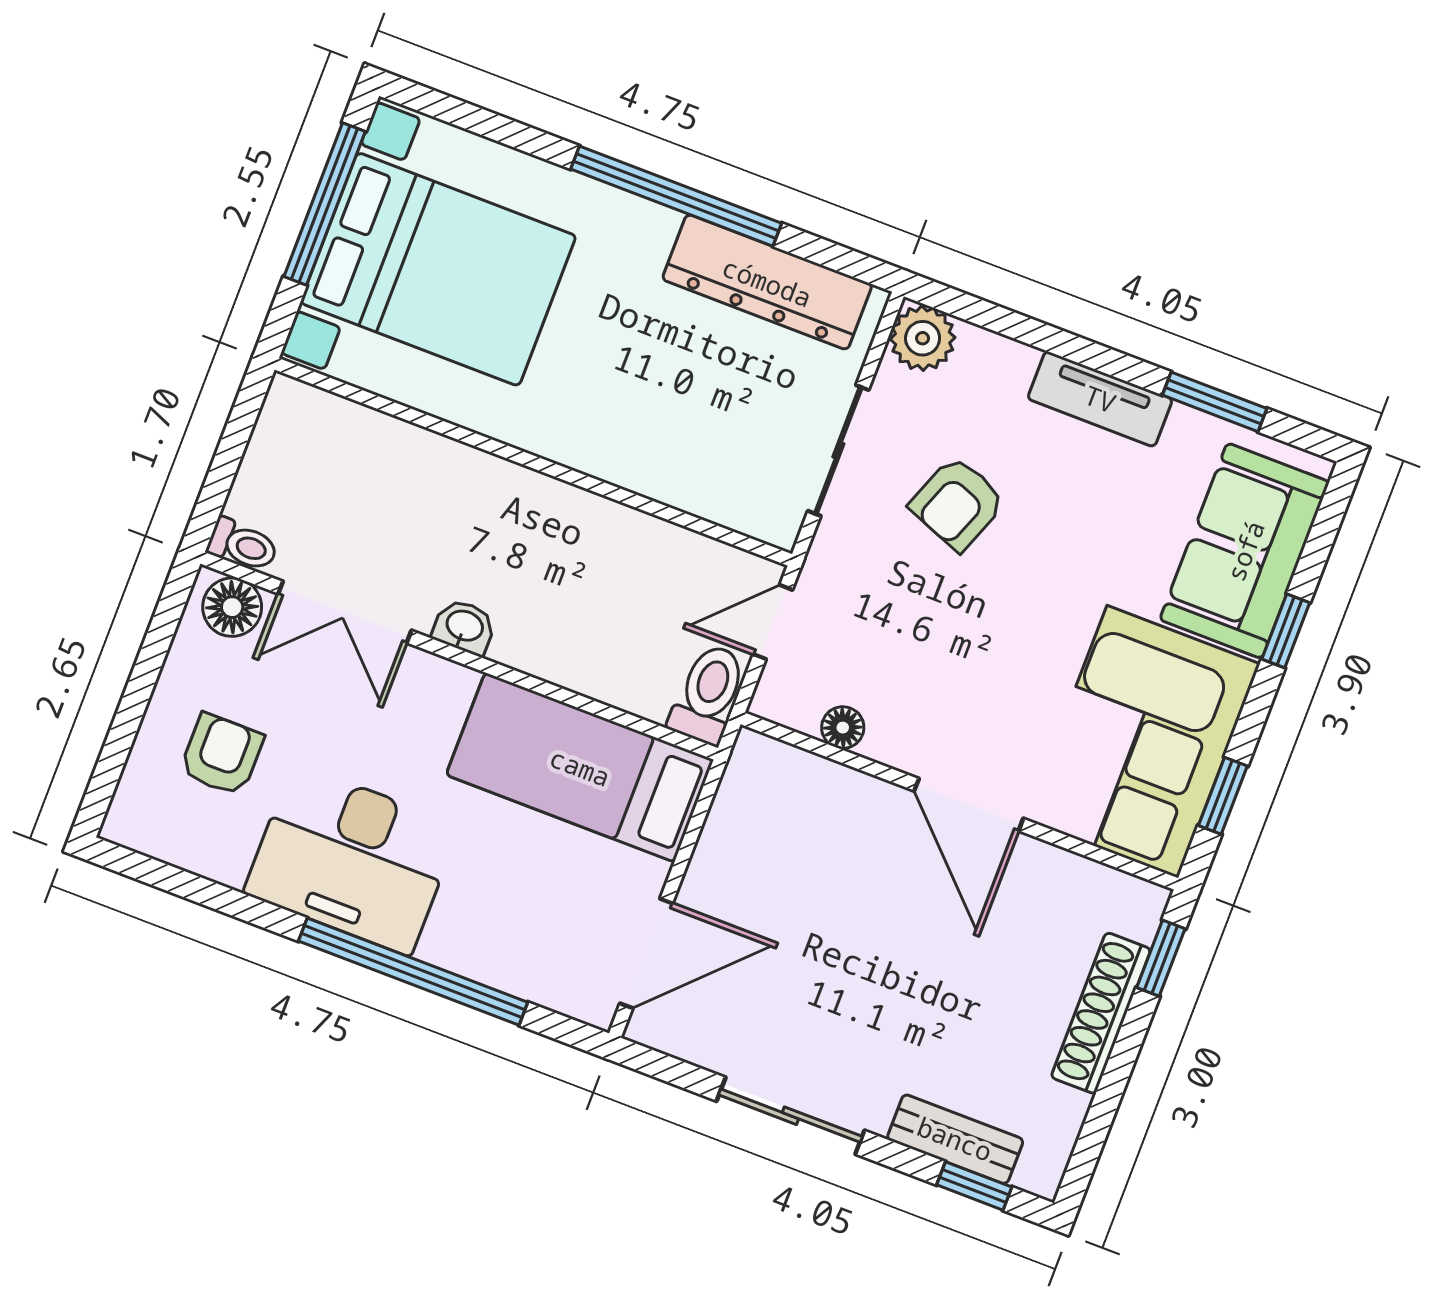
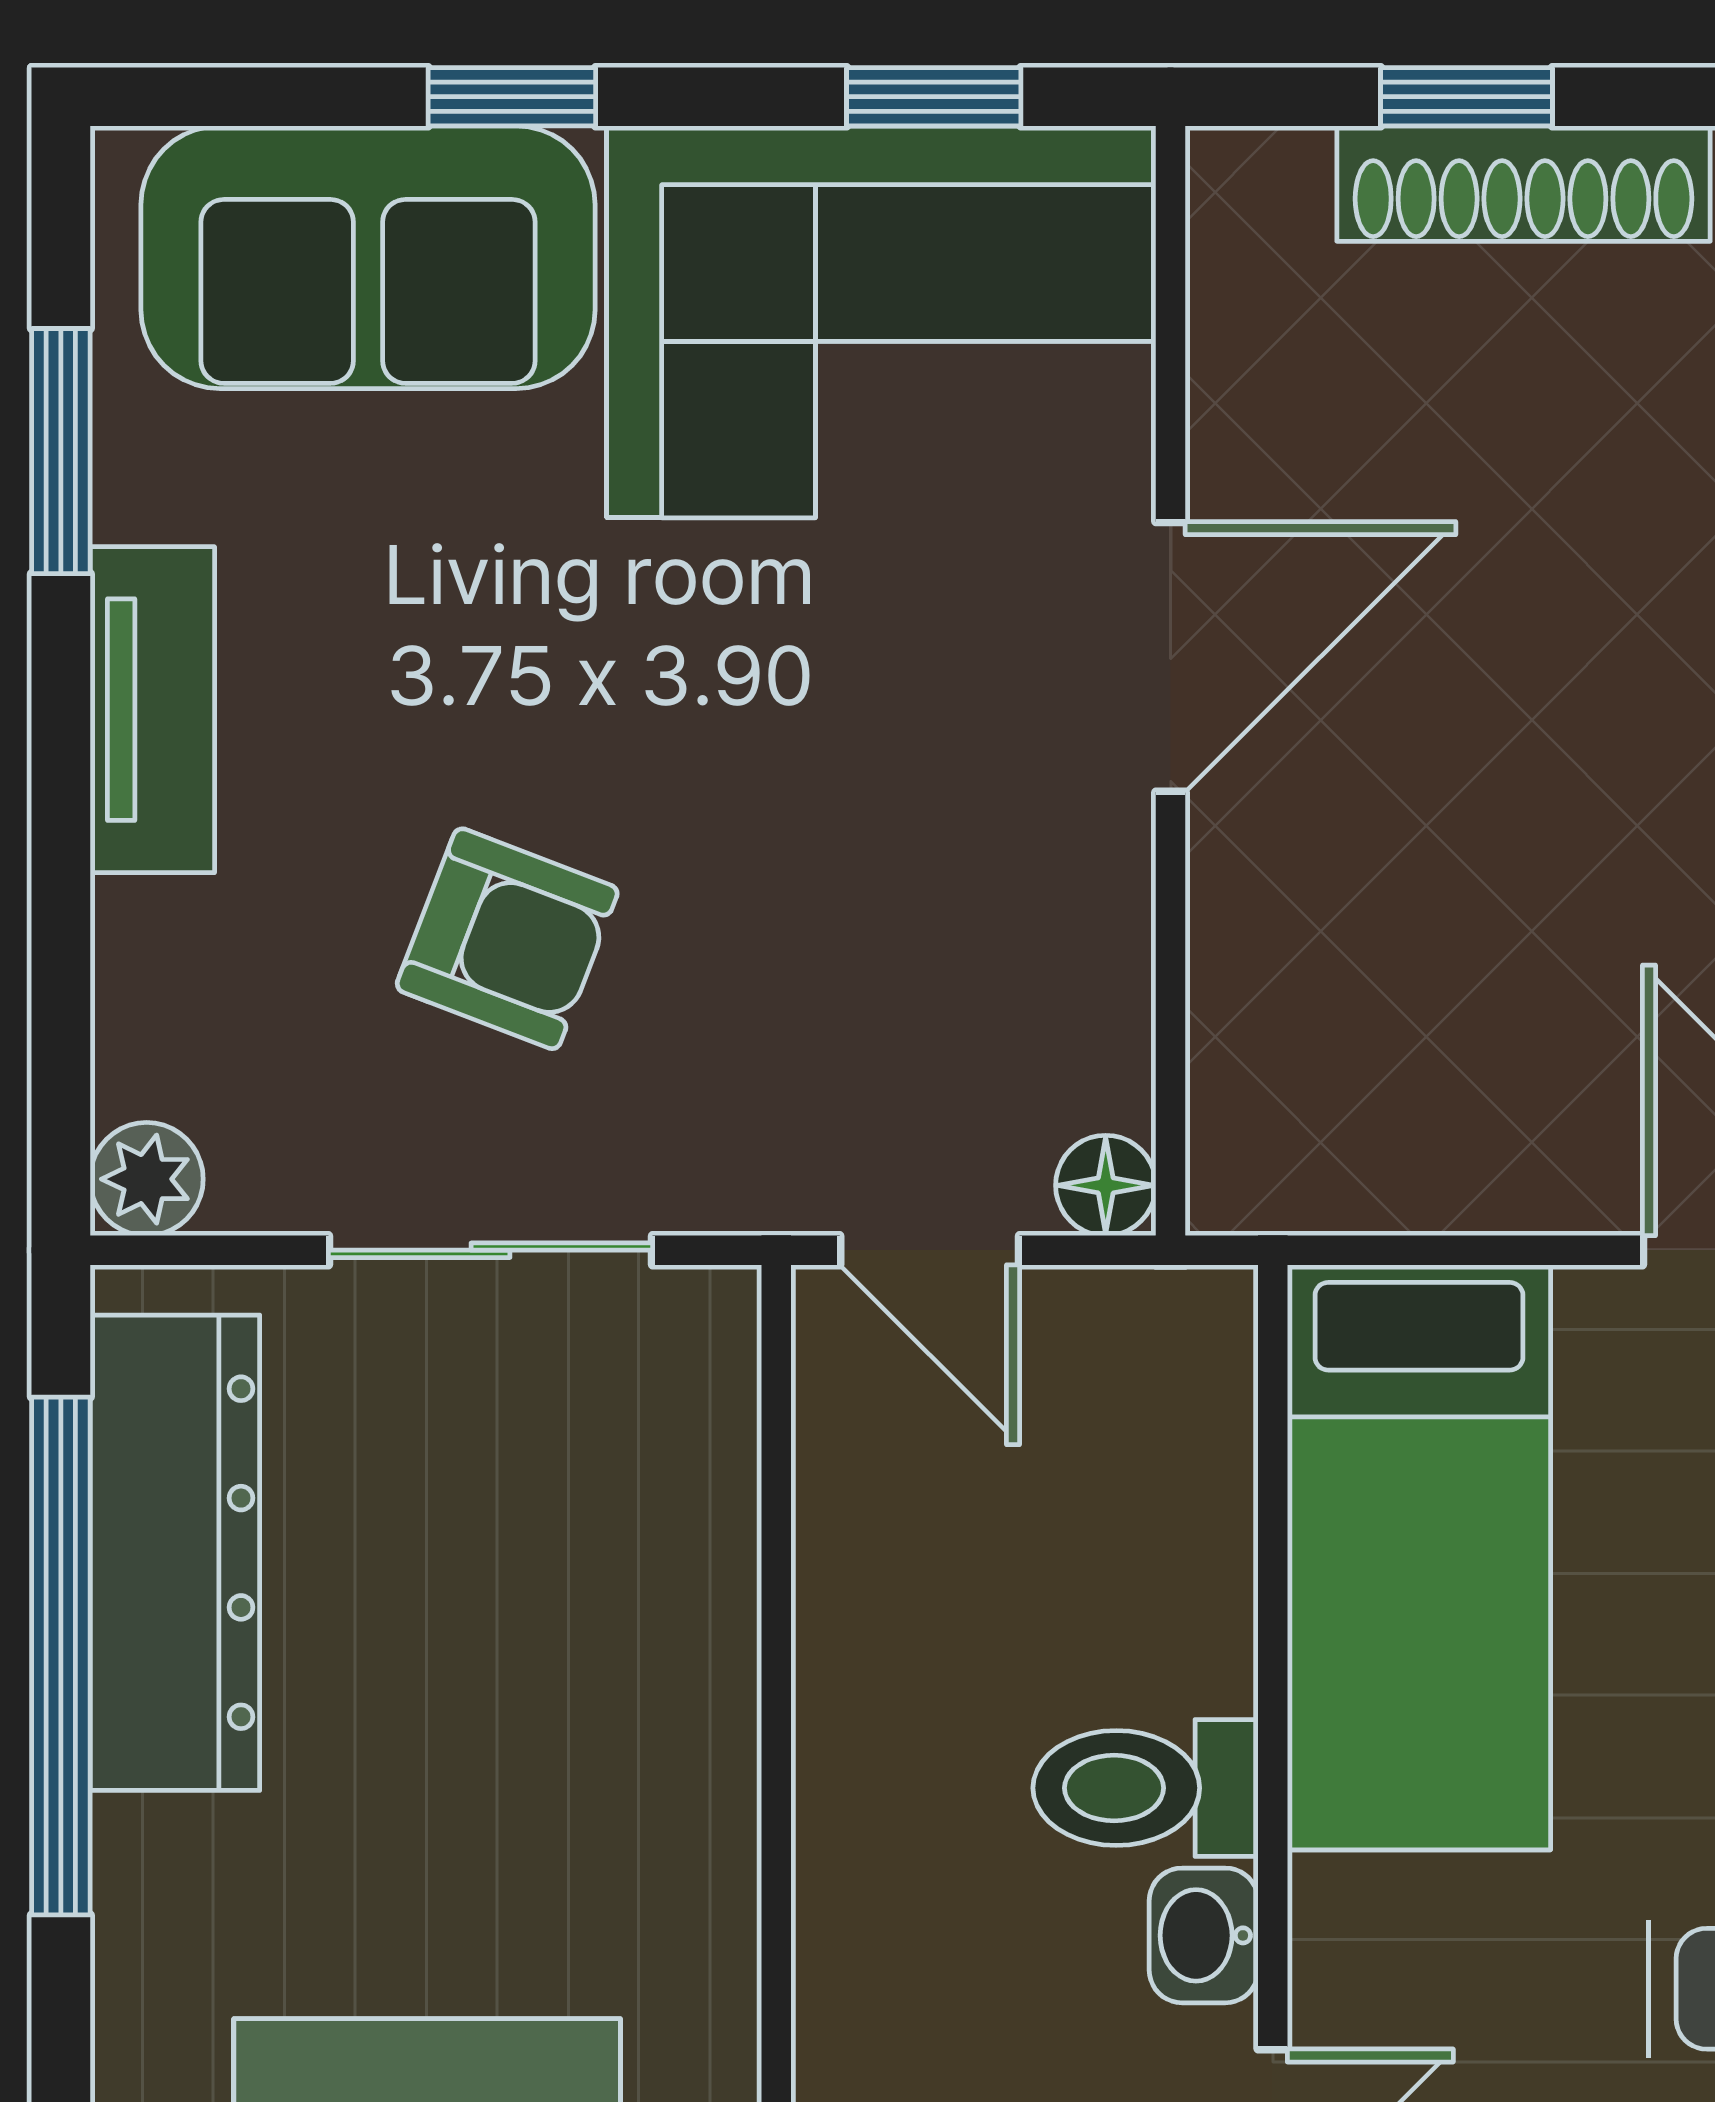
window: (676, 196) -> (61, 1656), moved
plant: (923, 338) -> (147, 1179), width x0.73, depth x0.73
toilet: (708, 694) -> (1146, 1788), moved
floor lamp: (843, 728) -> (1106, 1185), moved
window: (1161, 958) -> (1467, 97), moved

